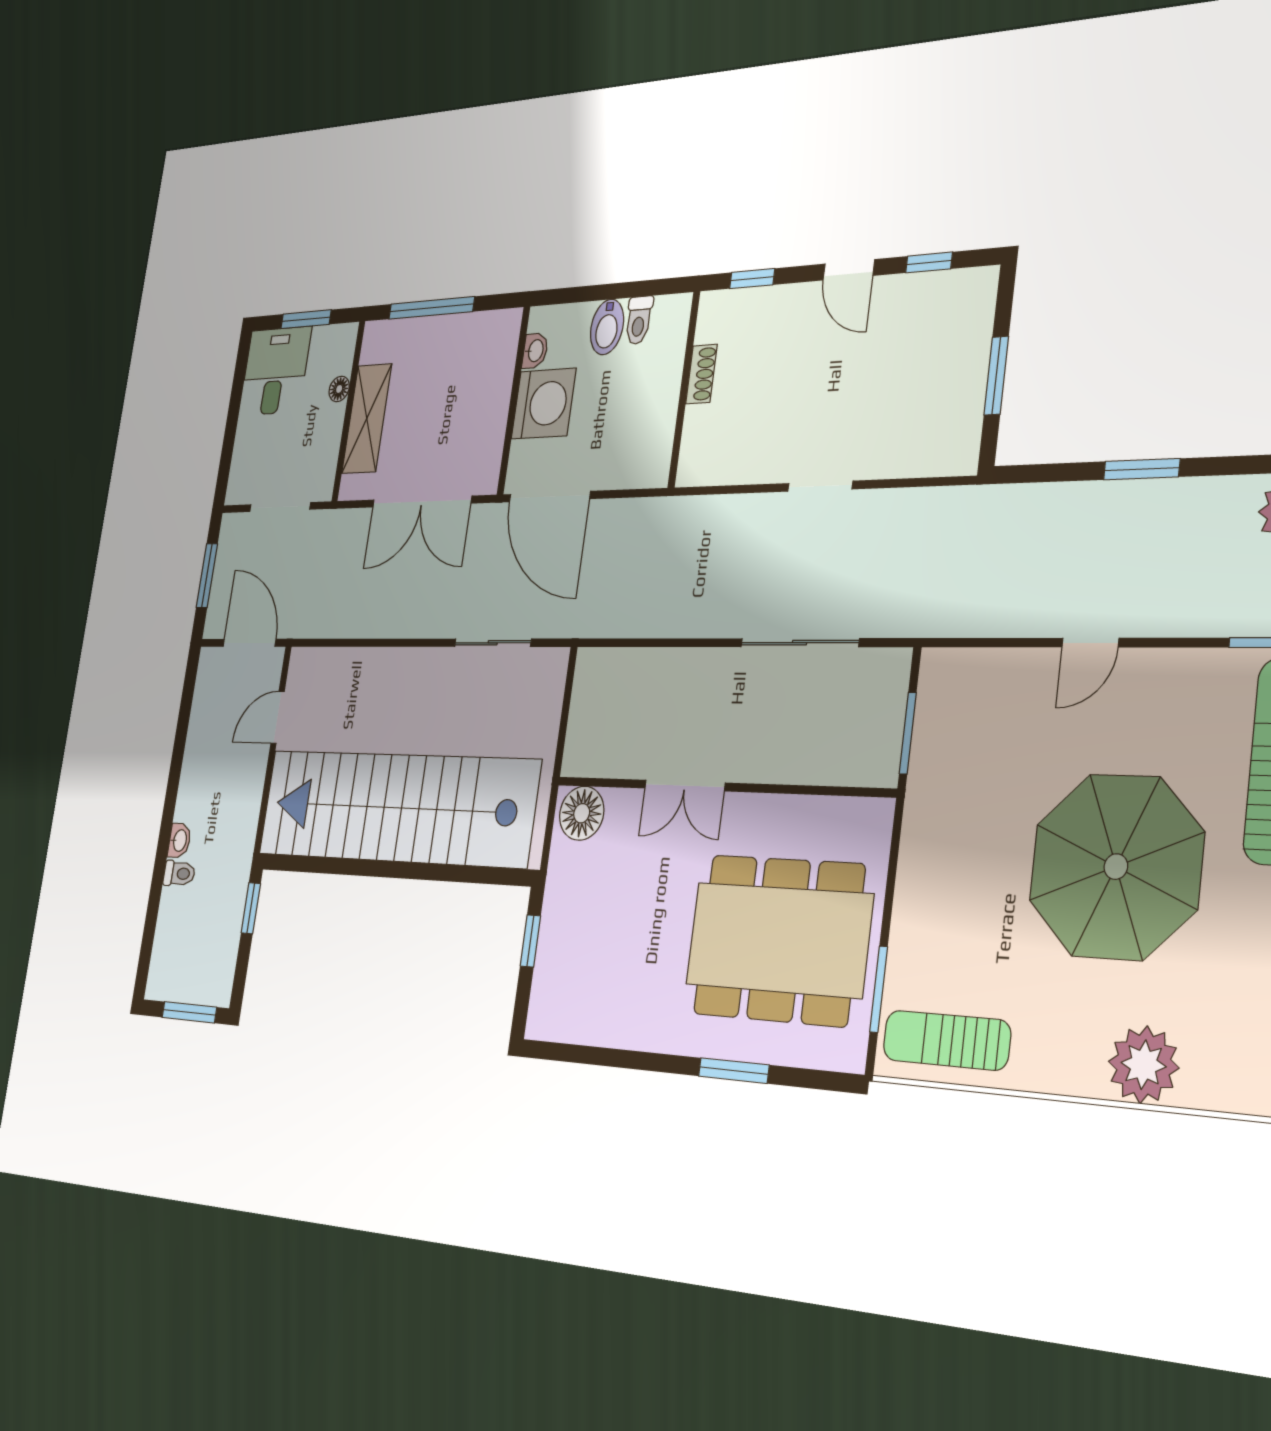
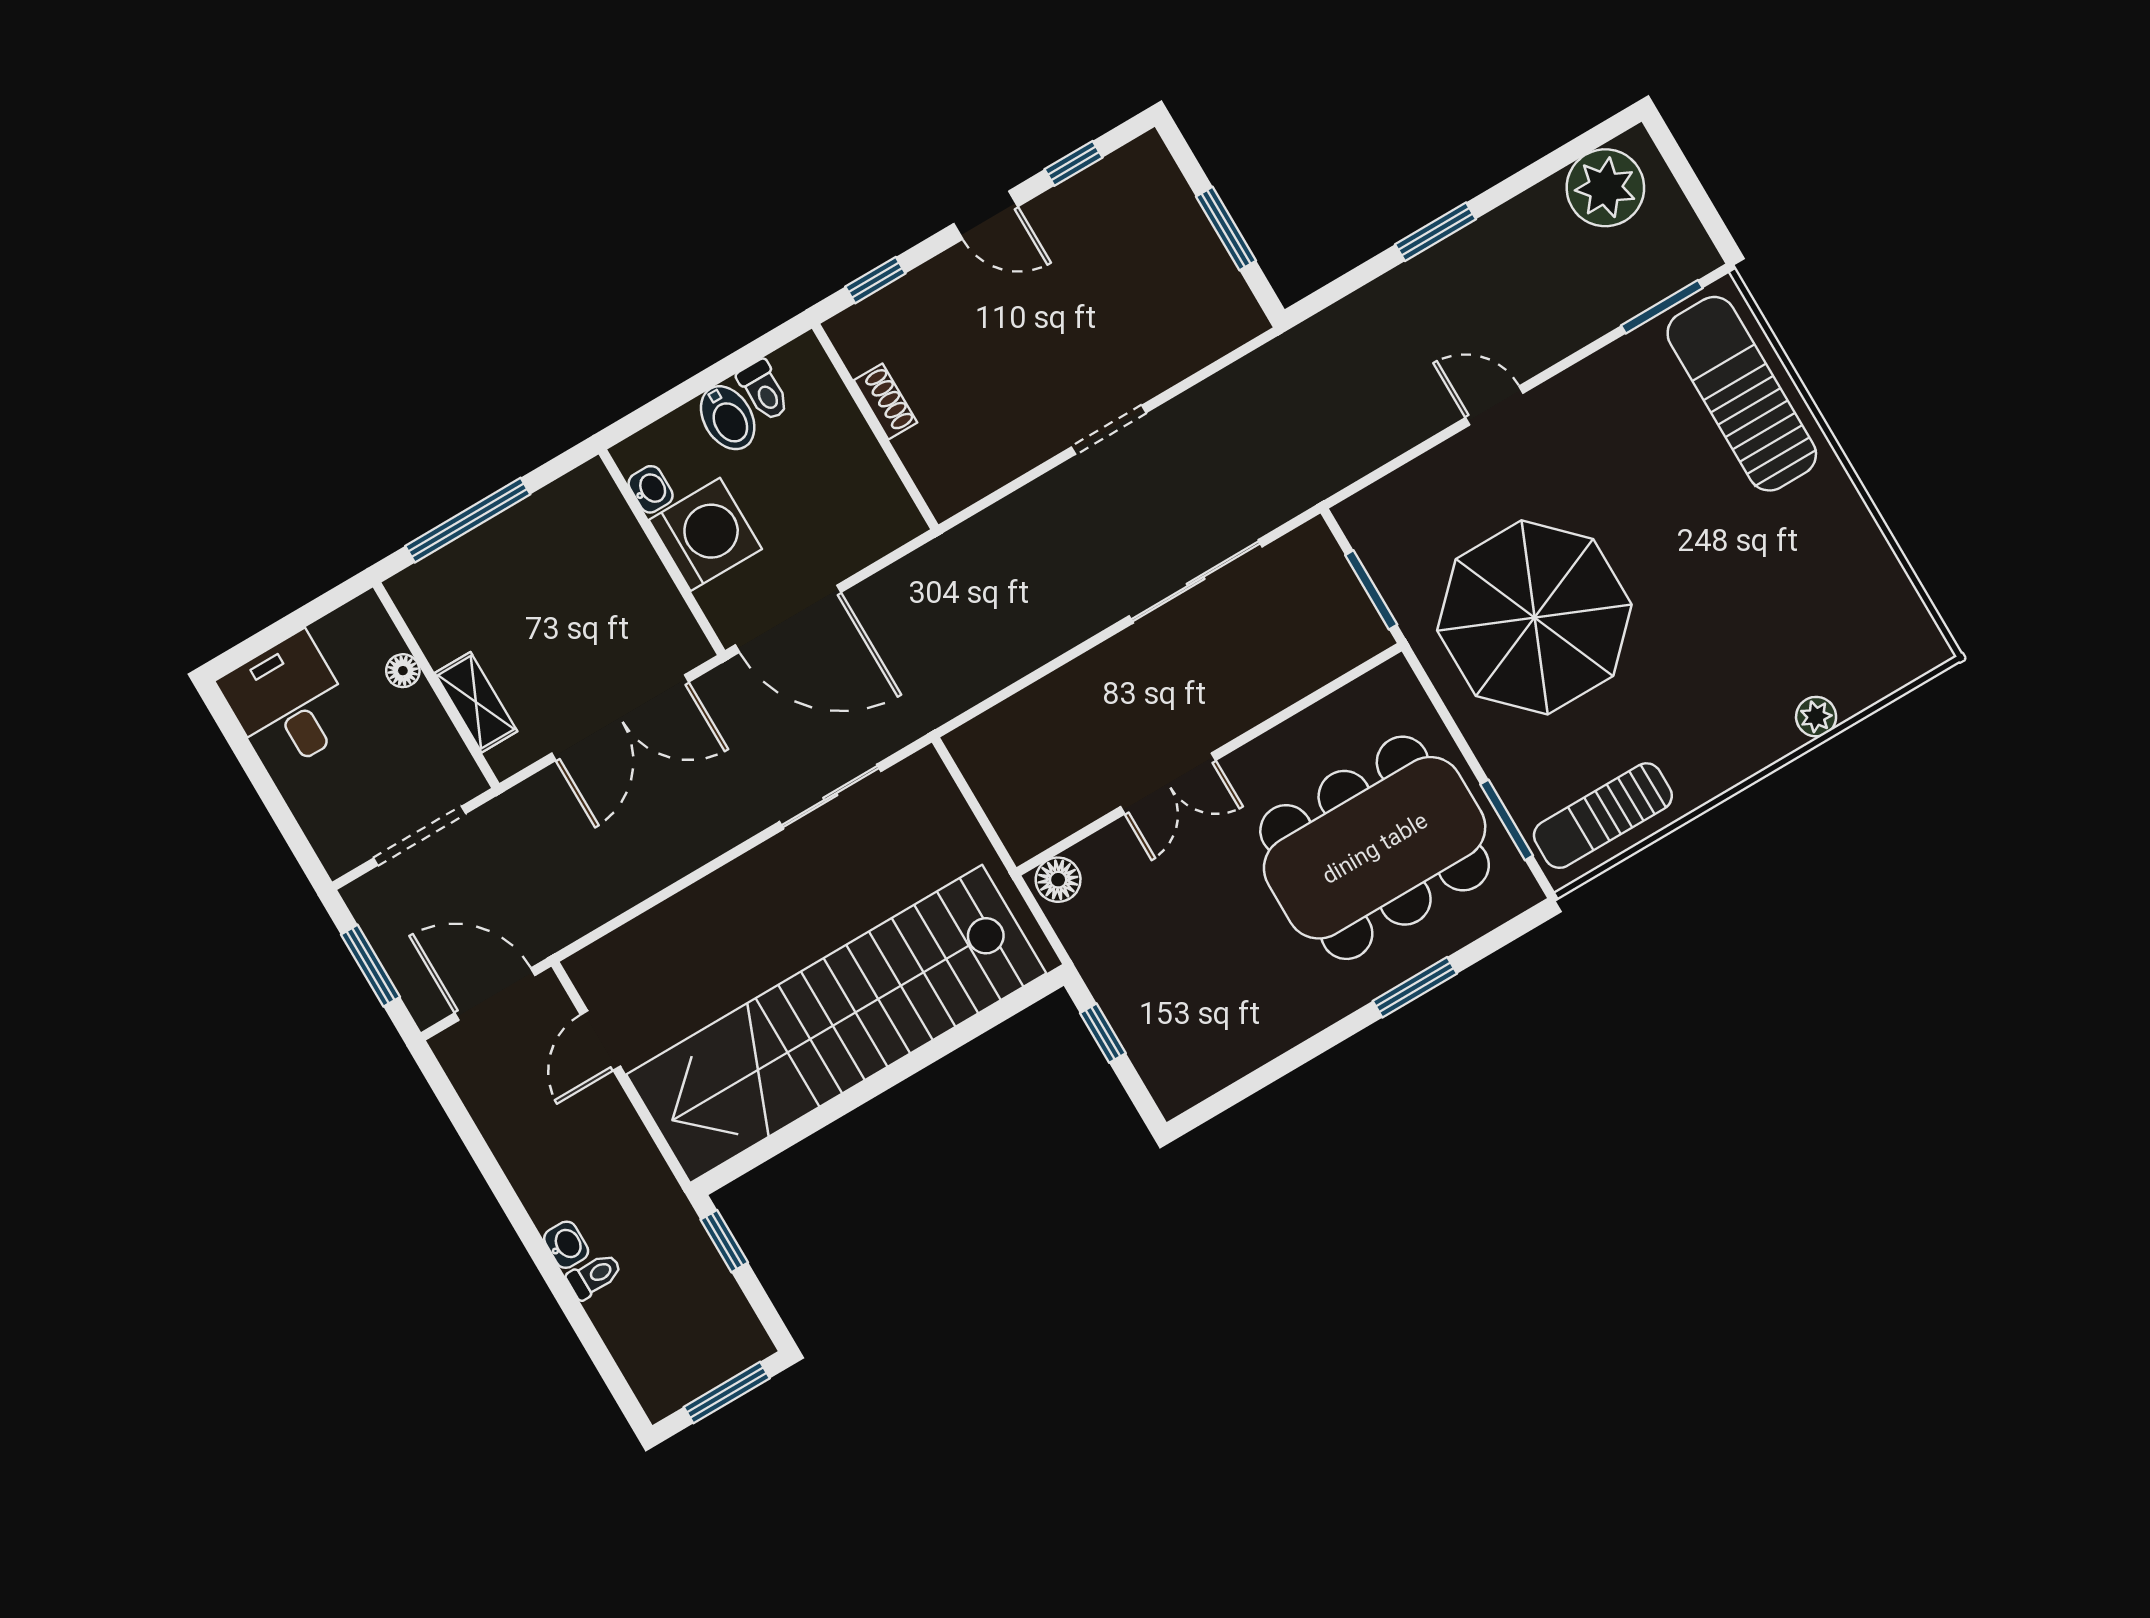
window: (306, 319) -> (289, 626), removed
shelving: (367, 419) -> (476, 702), width x0.67, depth x0.75
door: (1090, 643) -> (1494, 405), swing flipped
floor lamp: (582, 813) -> (1058, 880), width x0.73, depth x0.73
parasol: (1116, 867) -> (1534, 617), moved
plant: (1144, 1065) -> (1816, 717), width x0.53, depth x0.53

